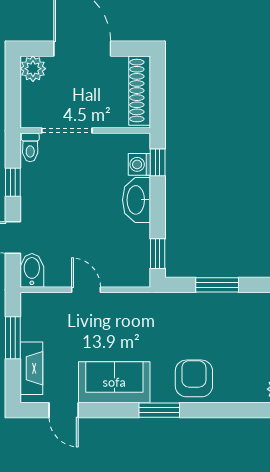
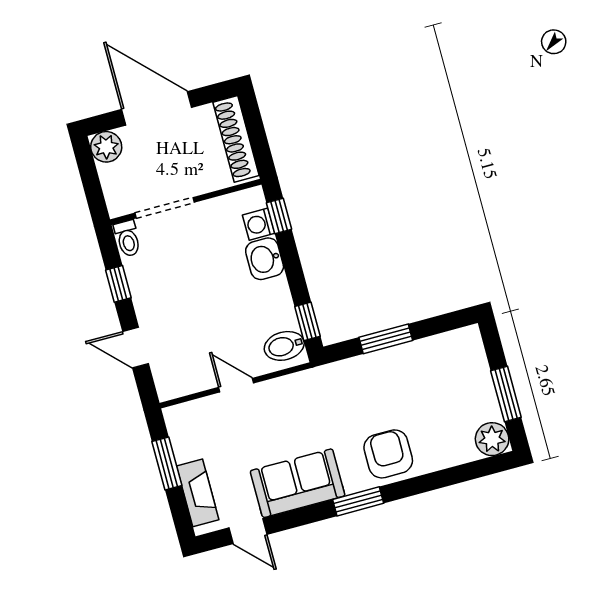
washbasin: (137, 200) -> (265, 259), width x0.72
bidet: (32, 270) -> (284, 346), moved, turned -90

